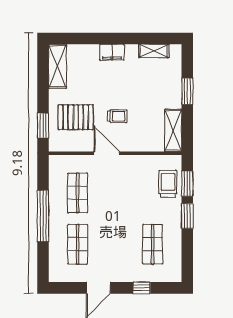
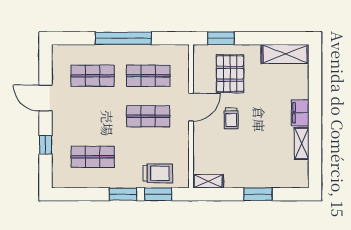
shelving: (154, 51) -> (302, 143), moved
shelving: (173, 130) -> (208, 181), width x0.67, depth x0.75
shop shelf: (115, 193) -> (148, 116), added

